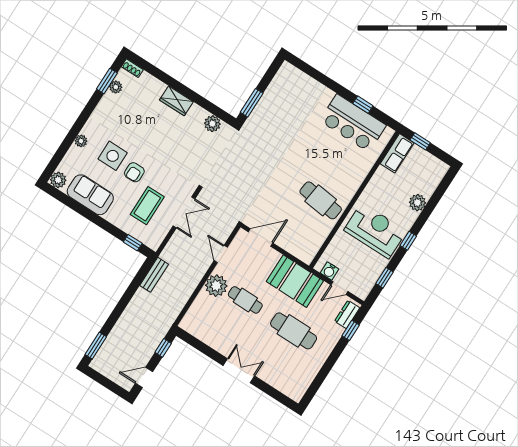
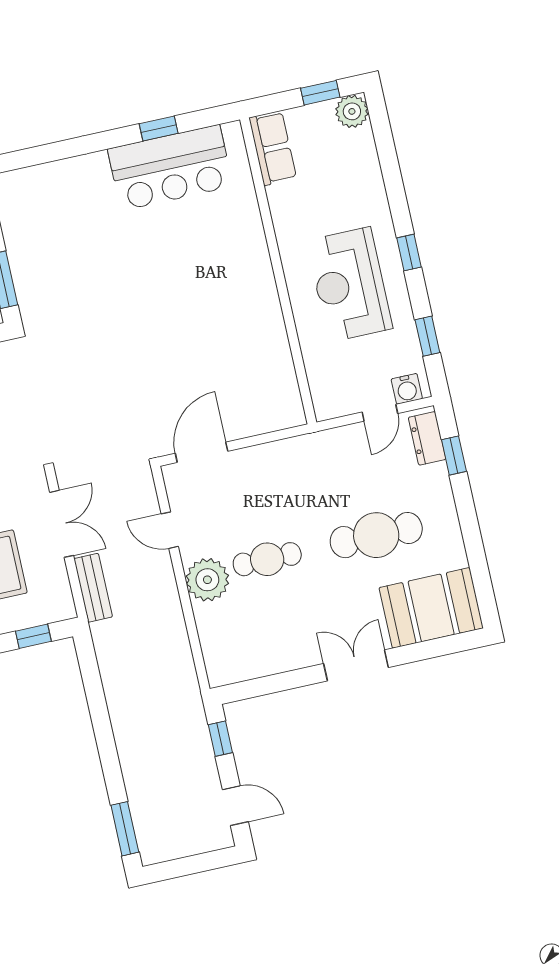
window: (420, 141) -> (320, 93), moved
cafe table: (321, 200) -> (233, 318), removed
plant: (417, 203) -> (352, 111), moved
reception desk: (375, 231) -> (350, 285), turned -90
water cooler: (330, 271) -> (407, 389), moved
bench: (154, 275) -> (93, 588), moved
booth: (295, 281) -> (431, 608), moved
door: (144, 377) -> (235, 806), swing flipped

